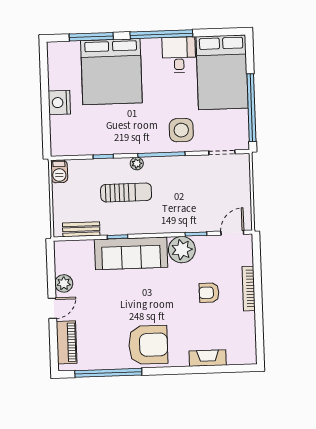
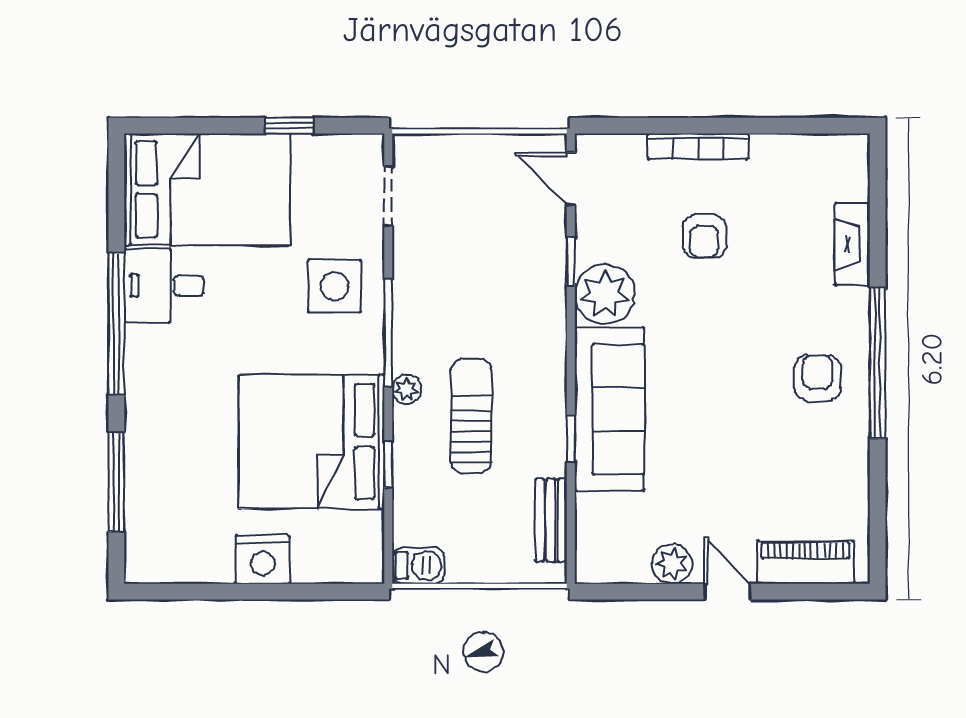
bed: (111, 72) -> (311, 442), moved, turned 180
window: (251, 108) -> (290, 126), width x0.32
armchair: (148, 345) -> (817, 378), width x0.53, depth x0.53
window: (108, 373) -> (878, 363), moved

